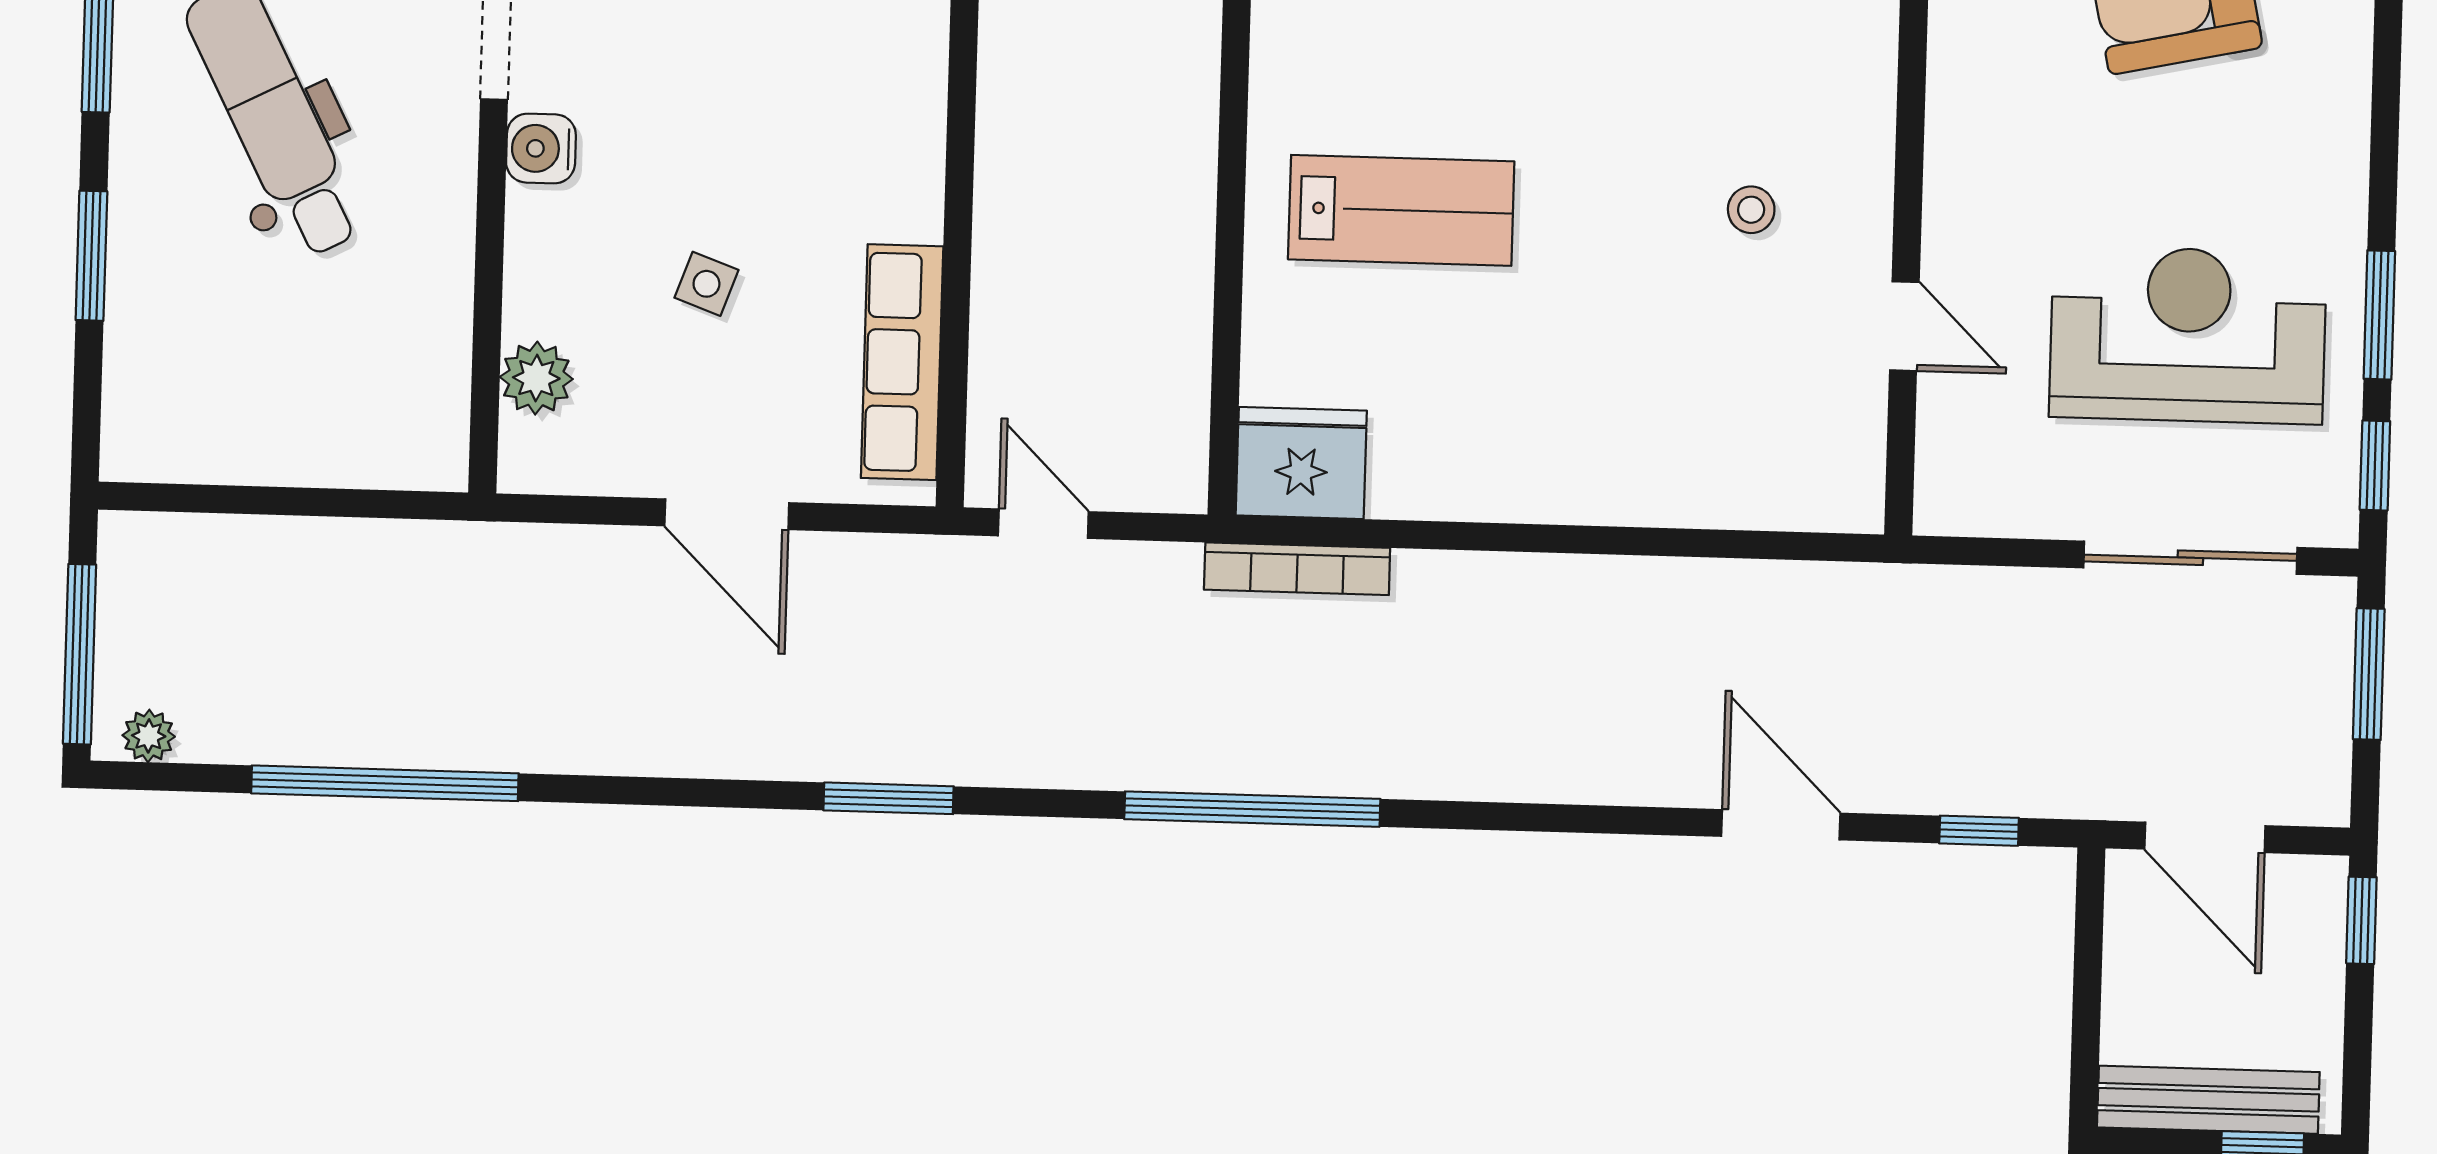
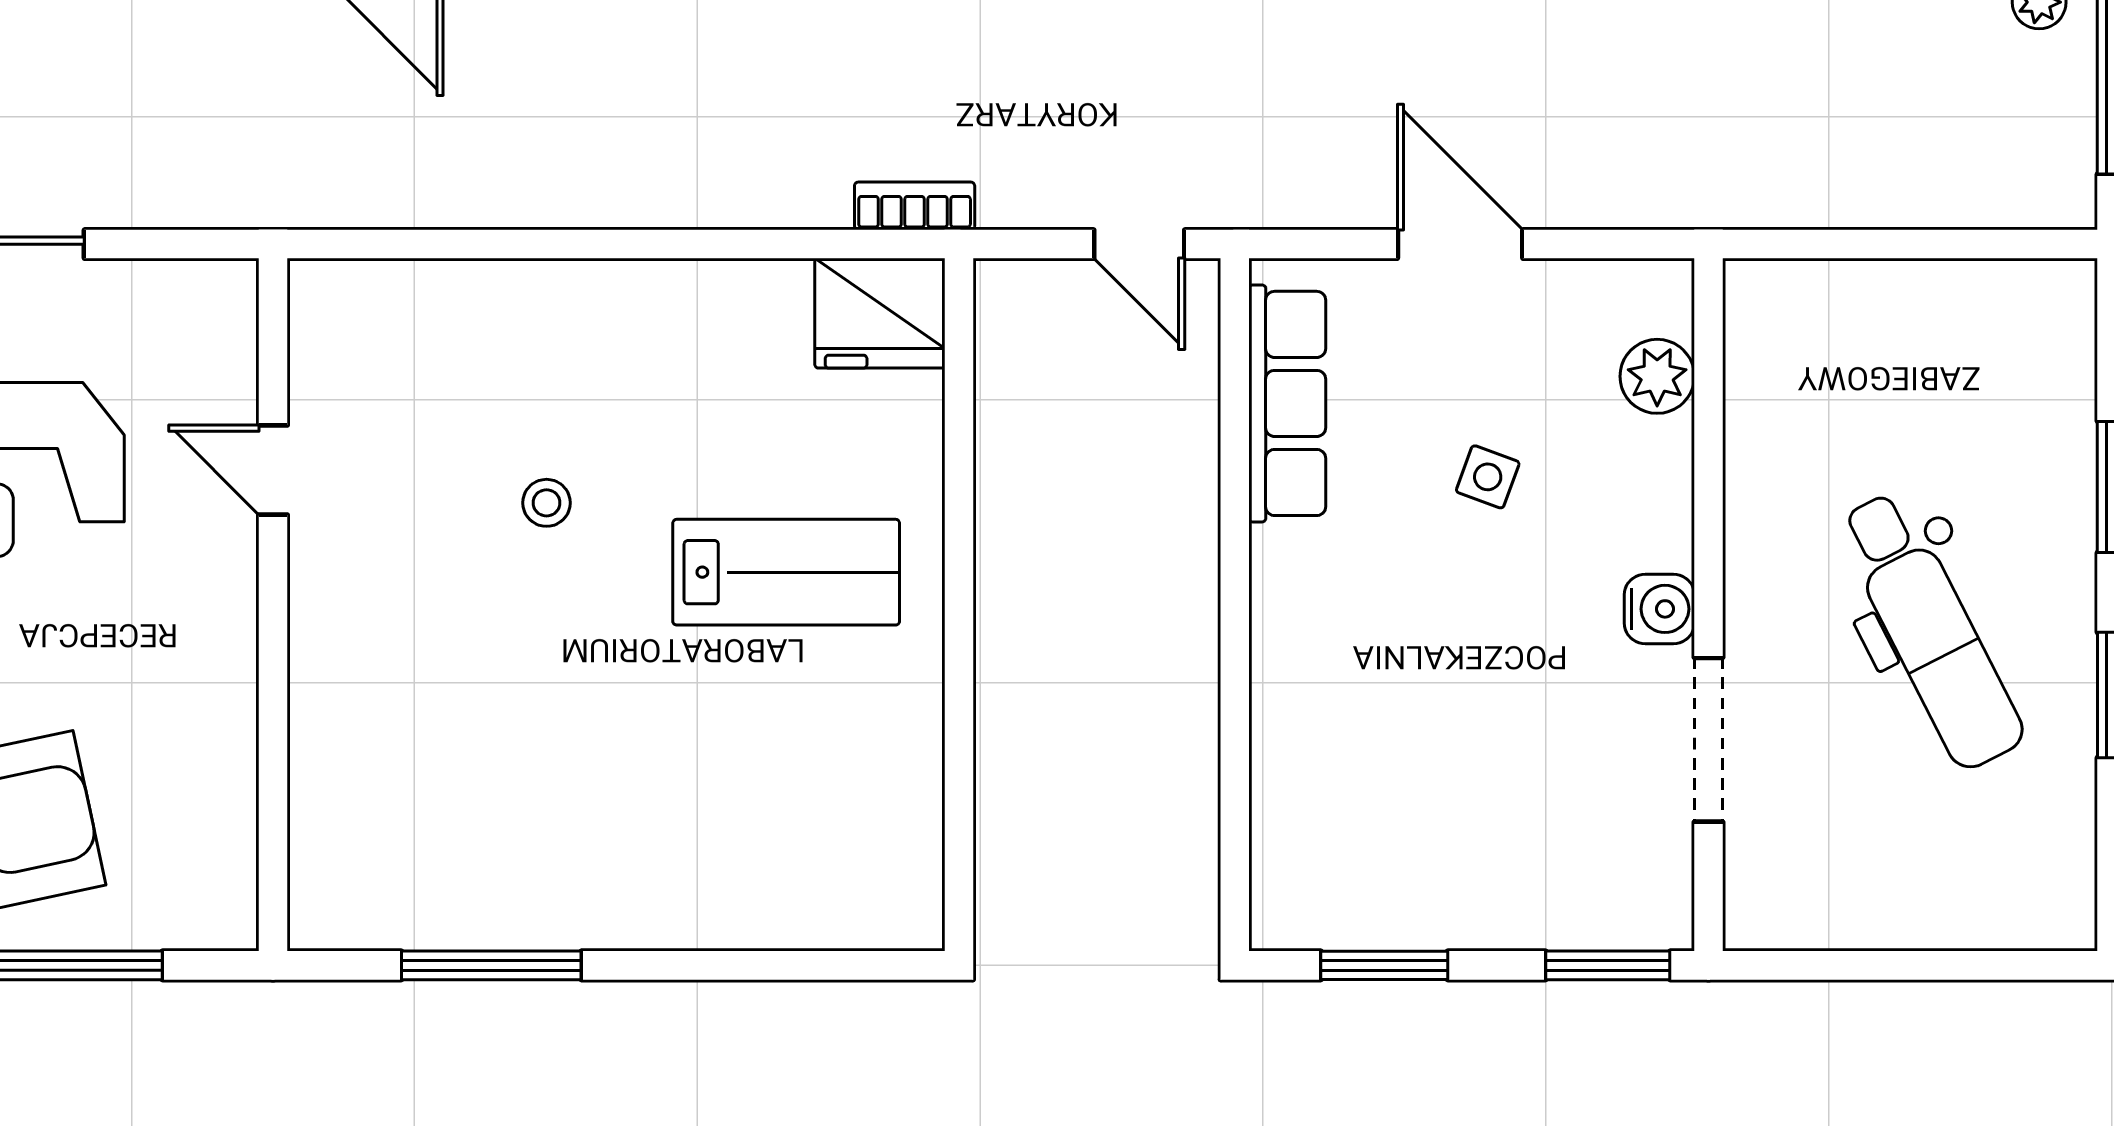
lab bench: (1401, 210) -> (786, 572), turned 180
stool: (1751, 210) -> (547, 503), moved
bookcase: (1297, 569) -> (915, 206), width x0.64

